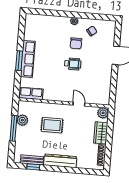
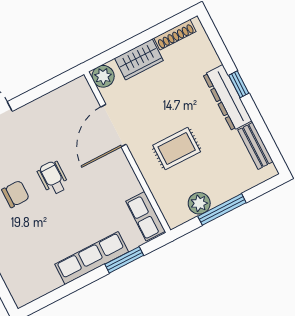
window: (19, 61) -> (124, 260), moved
door: (79, 104) -> (113, 126), width x1.88
rug: (52, 125) -> (177, 149), turned 90
window: (33, 167) -> (239, 84), moved

